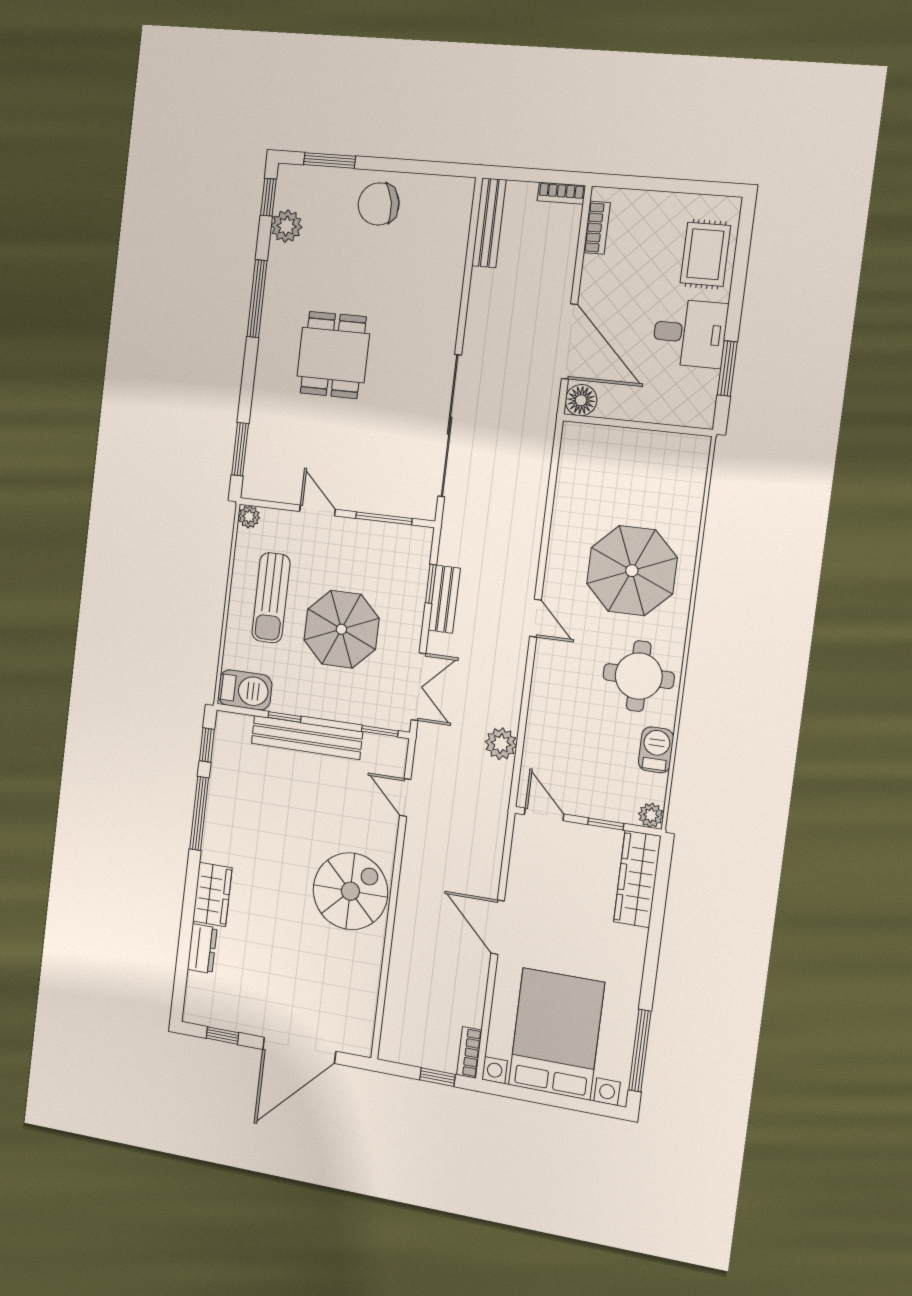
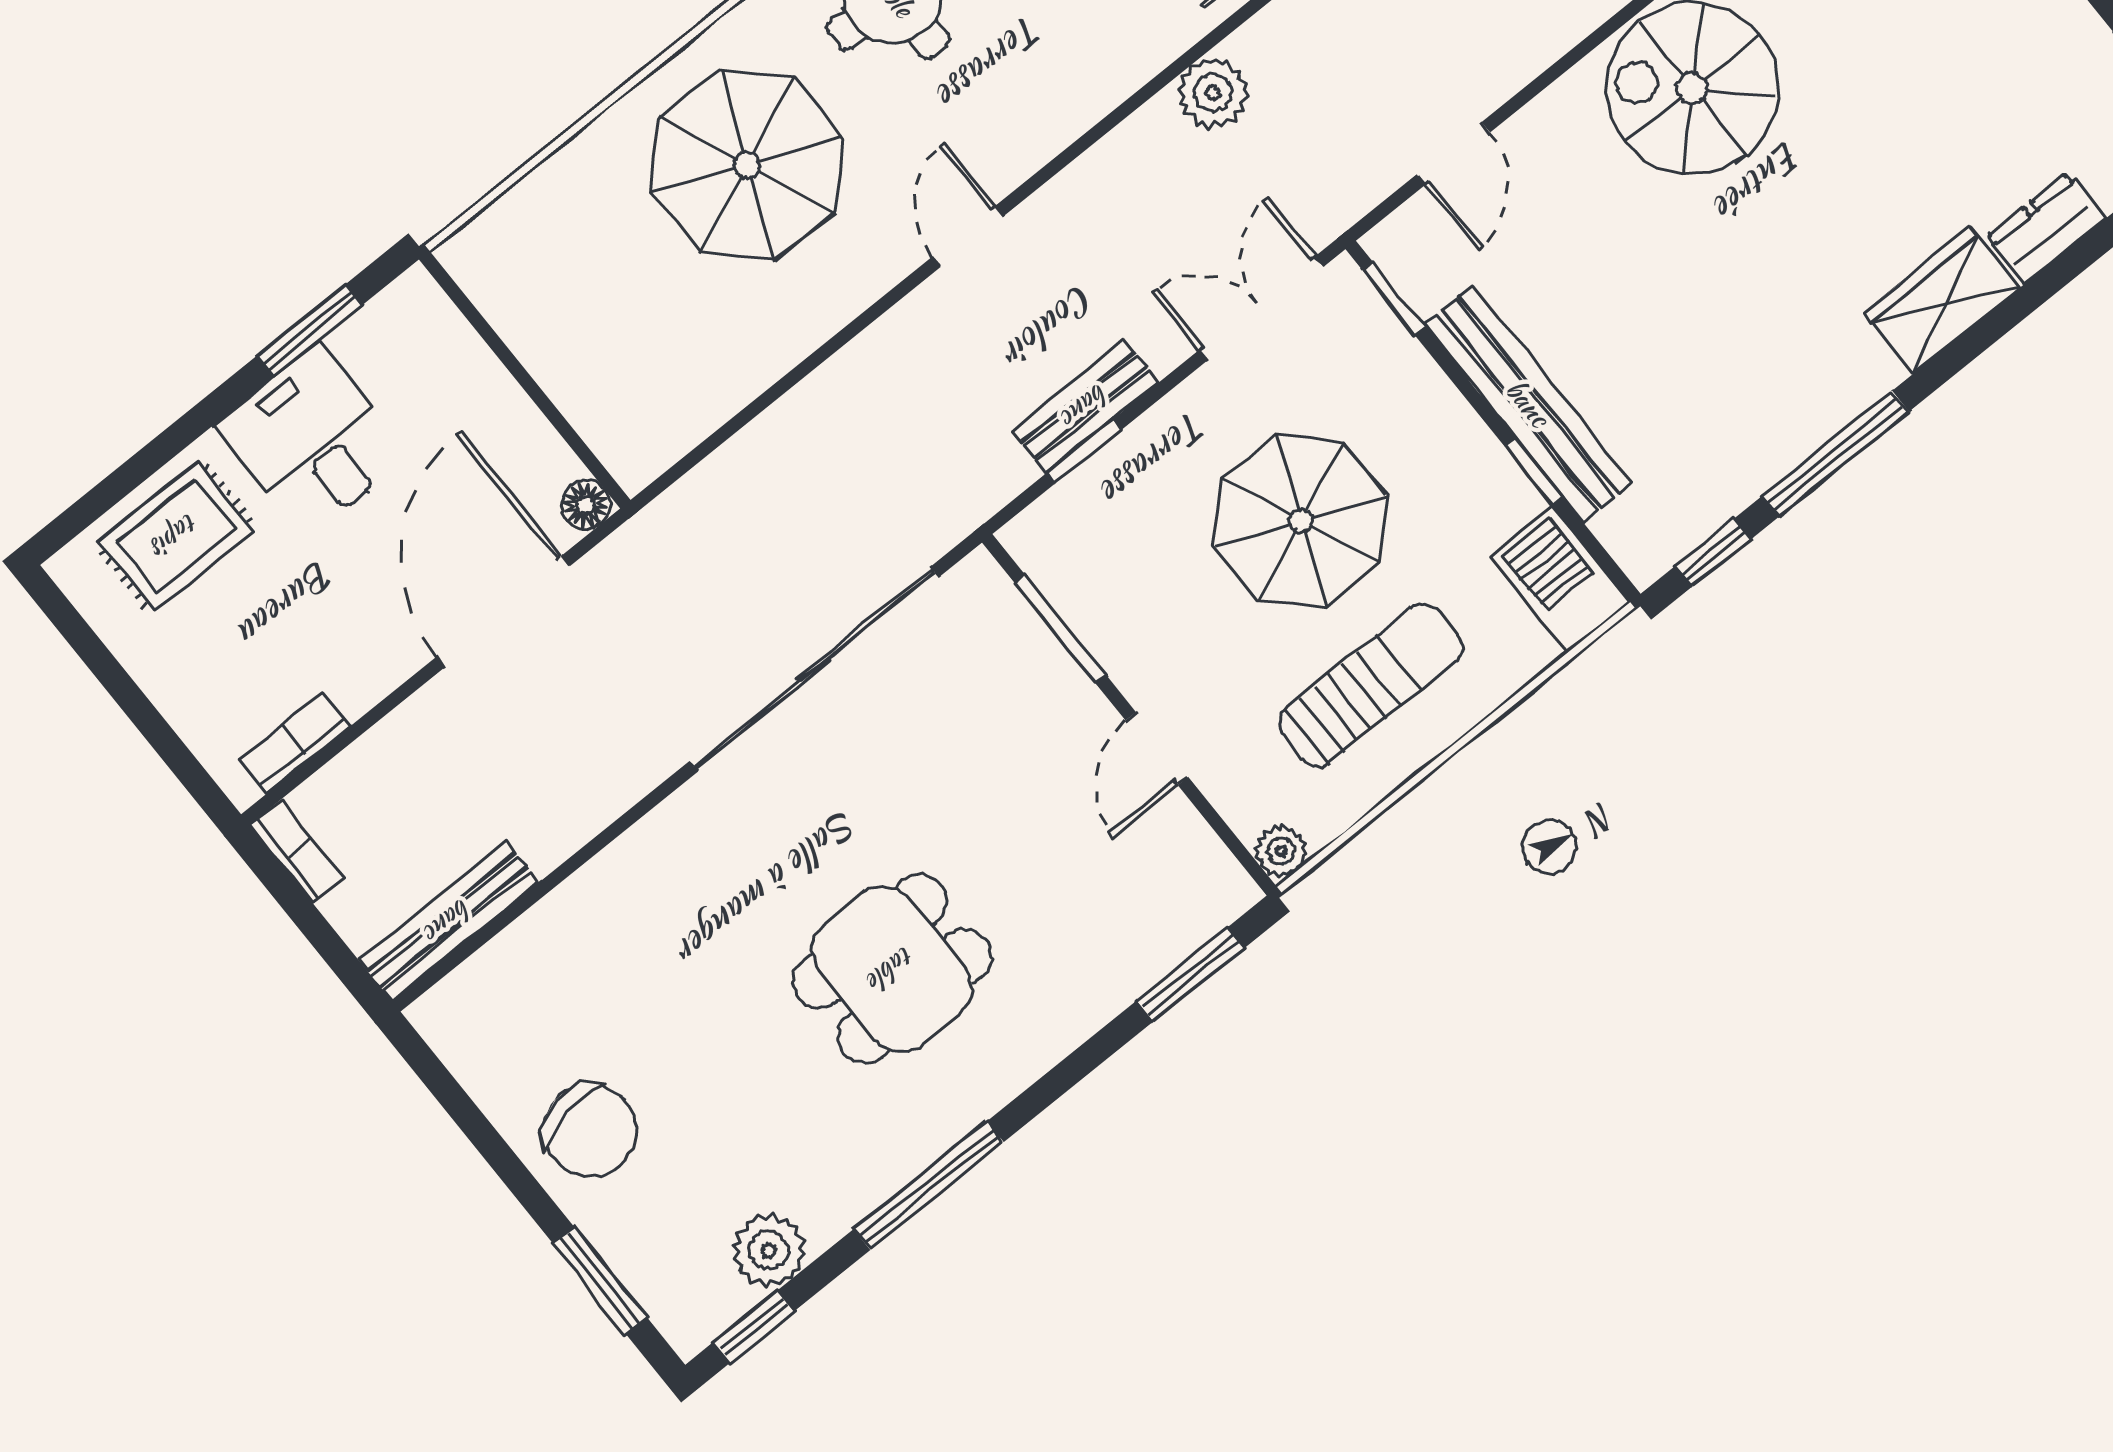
floor lamp: (581, 400) -> (586, 505), width x0.73, depth x0.73

